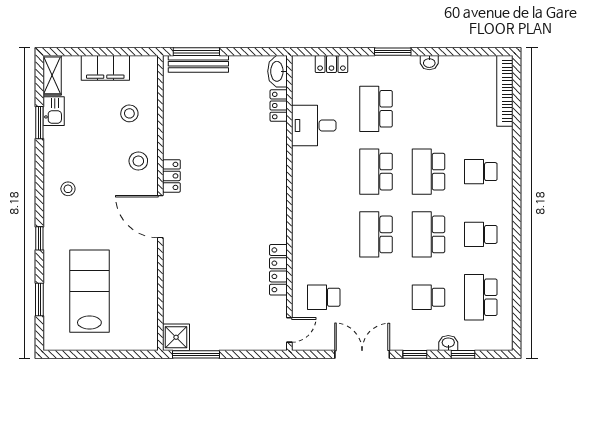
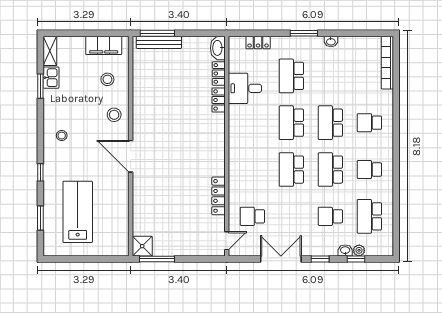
filing cabinet: (105, 68) -> (104, 45), moved
locker: (171, 176) -> (219, 100), moved, turned 180
plant: (467, 343) -> (359, 250), added

